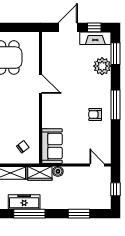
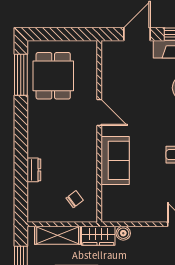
sofa: (52, 146) -> (115, 160), moved

